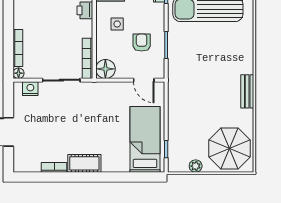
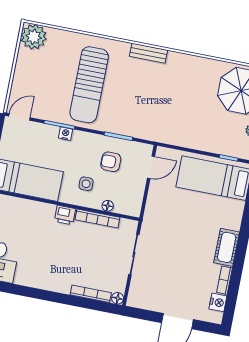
bookcase: (88, 58) -> (97, 218), moved
floor lamp: (105, 69) -> (108, 206), moved, width x0.53, depth x0.53
nightstand: (30, 89) -> (218, 302), moved, turned 180
bench: (247, 91) -> (148, 53), moved

